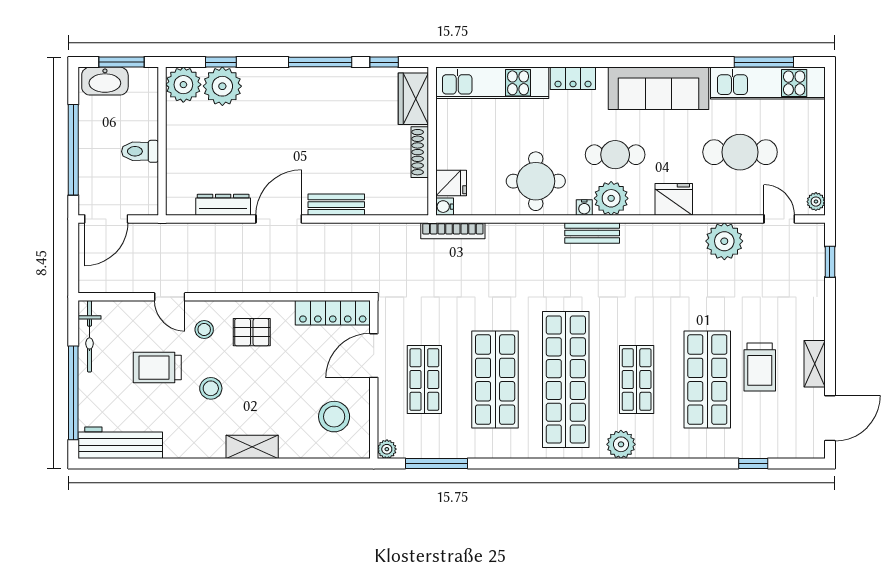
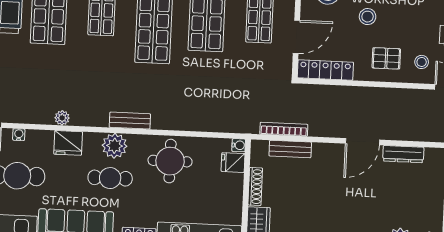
bench: (336, 205) -> (290, 149), moved
water cooler: (584, 207) -> (19, 135), moved
bookcase: (453, 231) -> (284, 129), moved
plant: (724, 241) -> (62, 118), moved, width x0.53, depth x0.53
stool: (211, 388) -> (368, 17), moved

